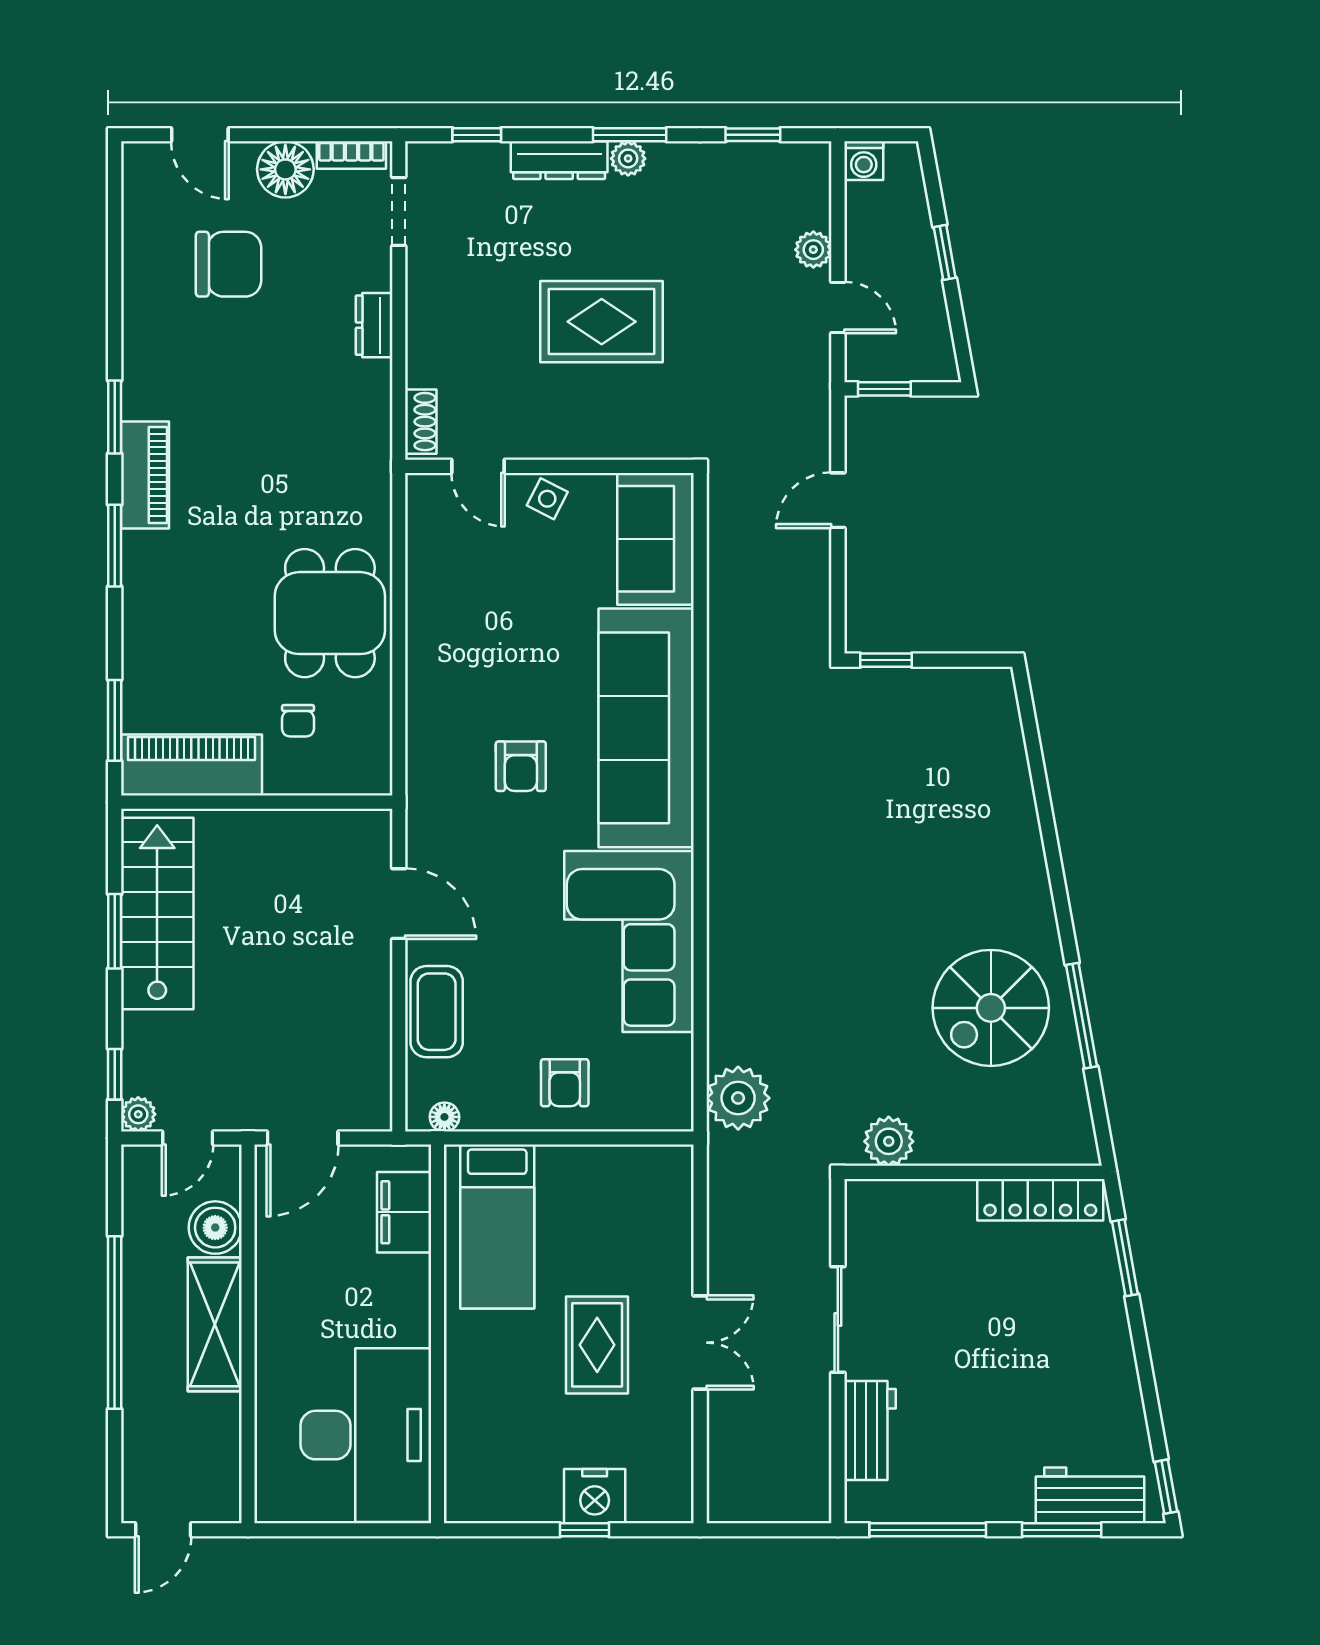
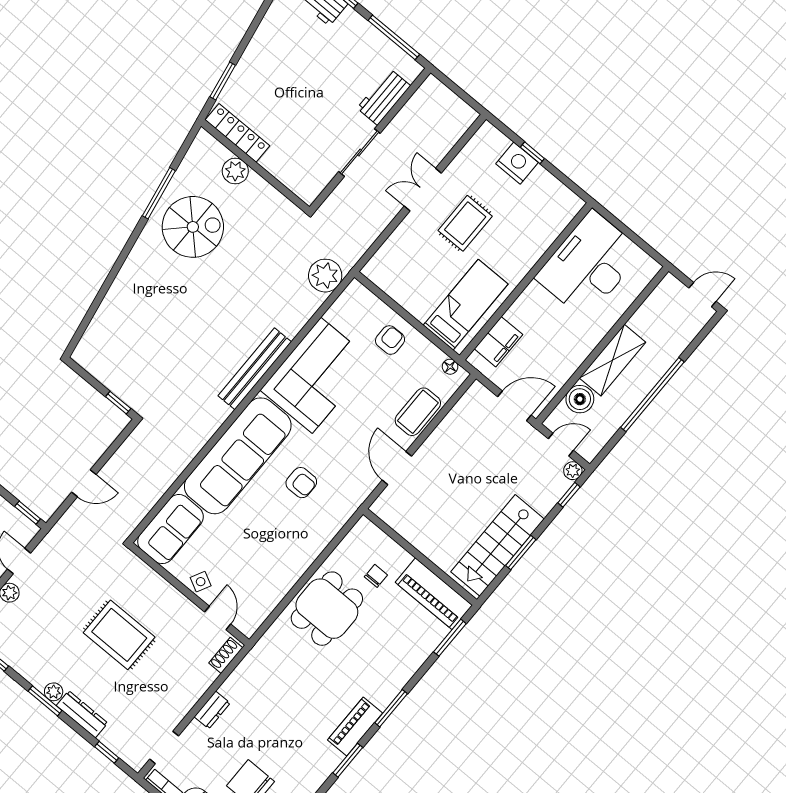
armchair: (521, 766) -> (301, 483), turned 90
bench: (728, 876) -> (255, 369), added
plant: (889, 1141) -> (235, 171), moved

